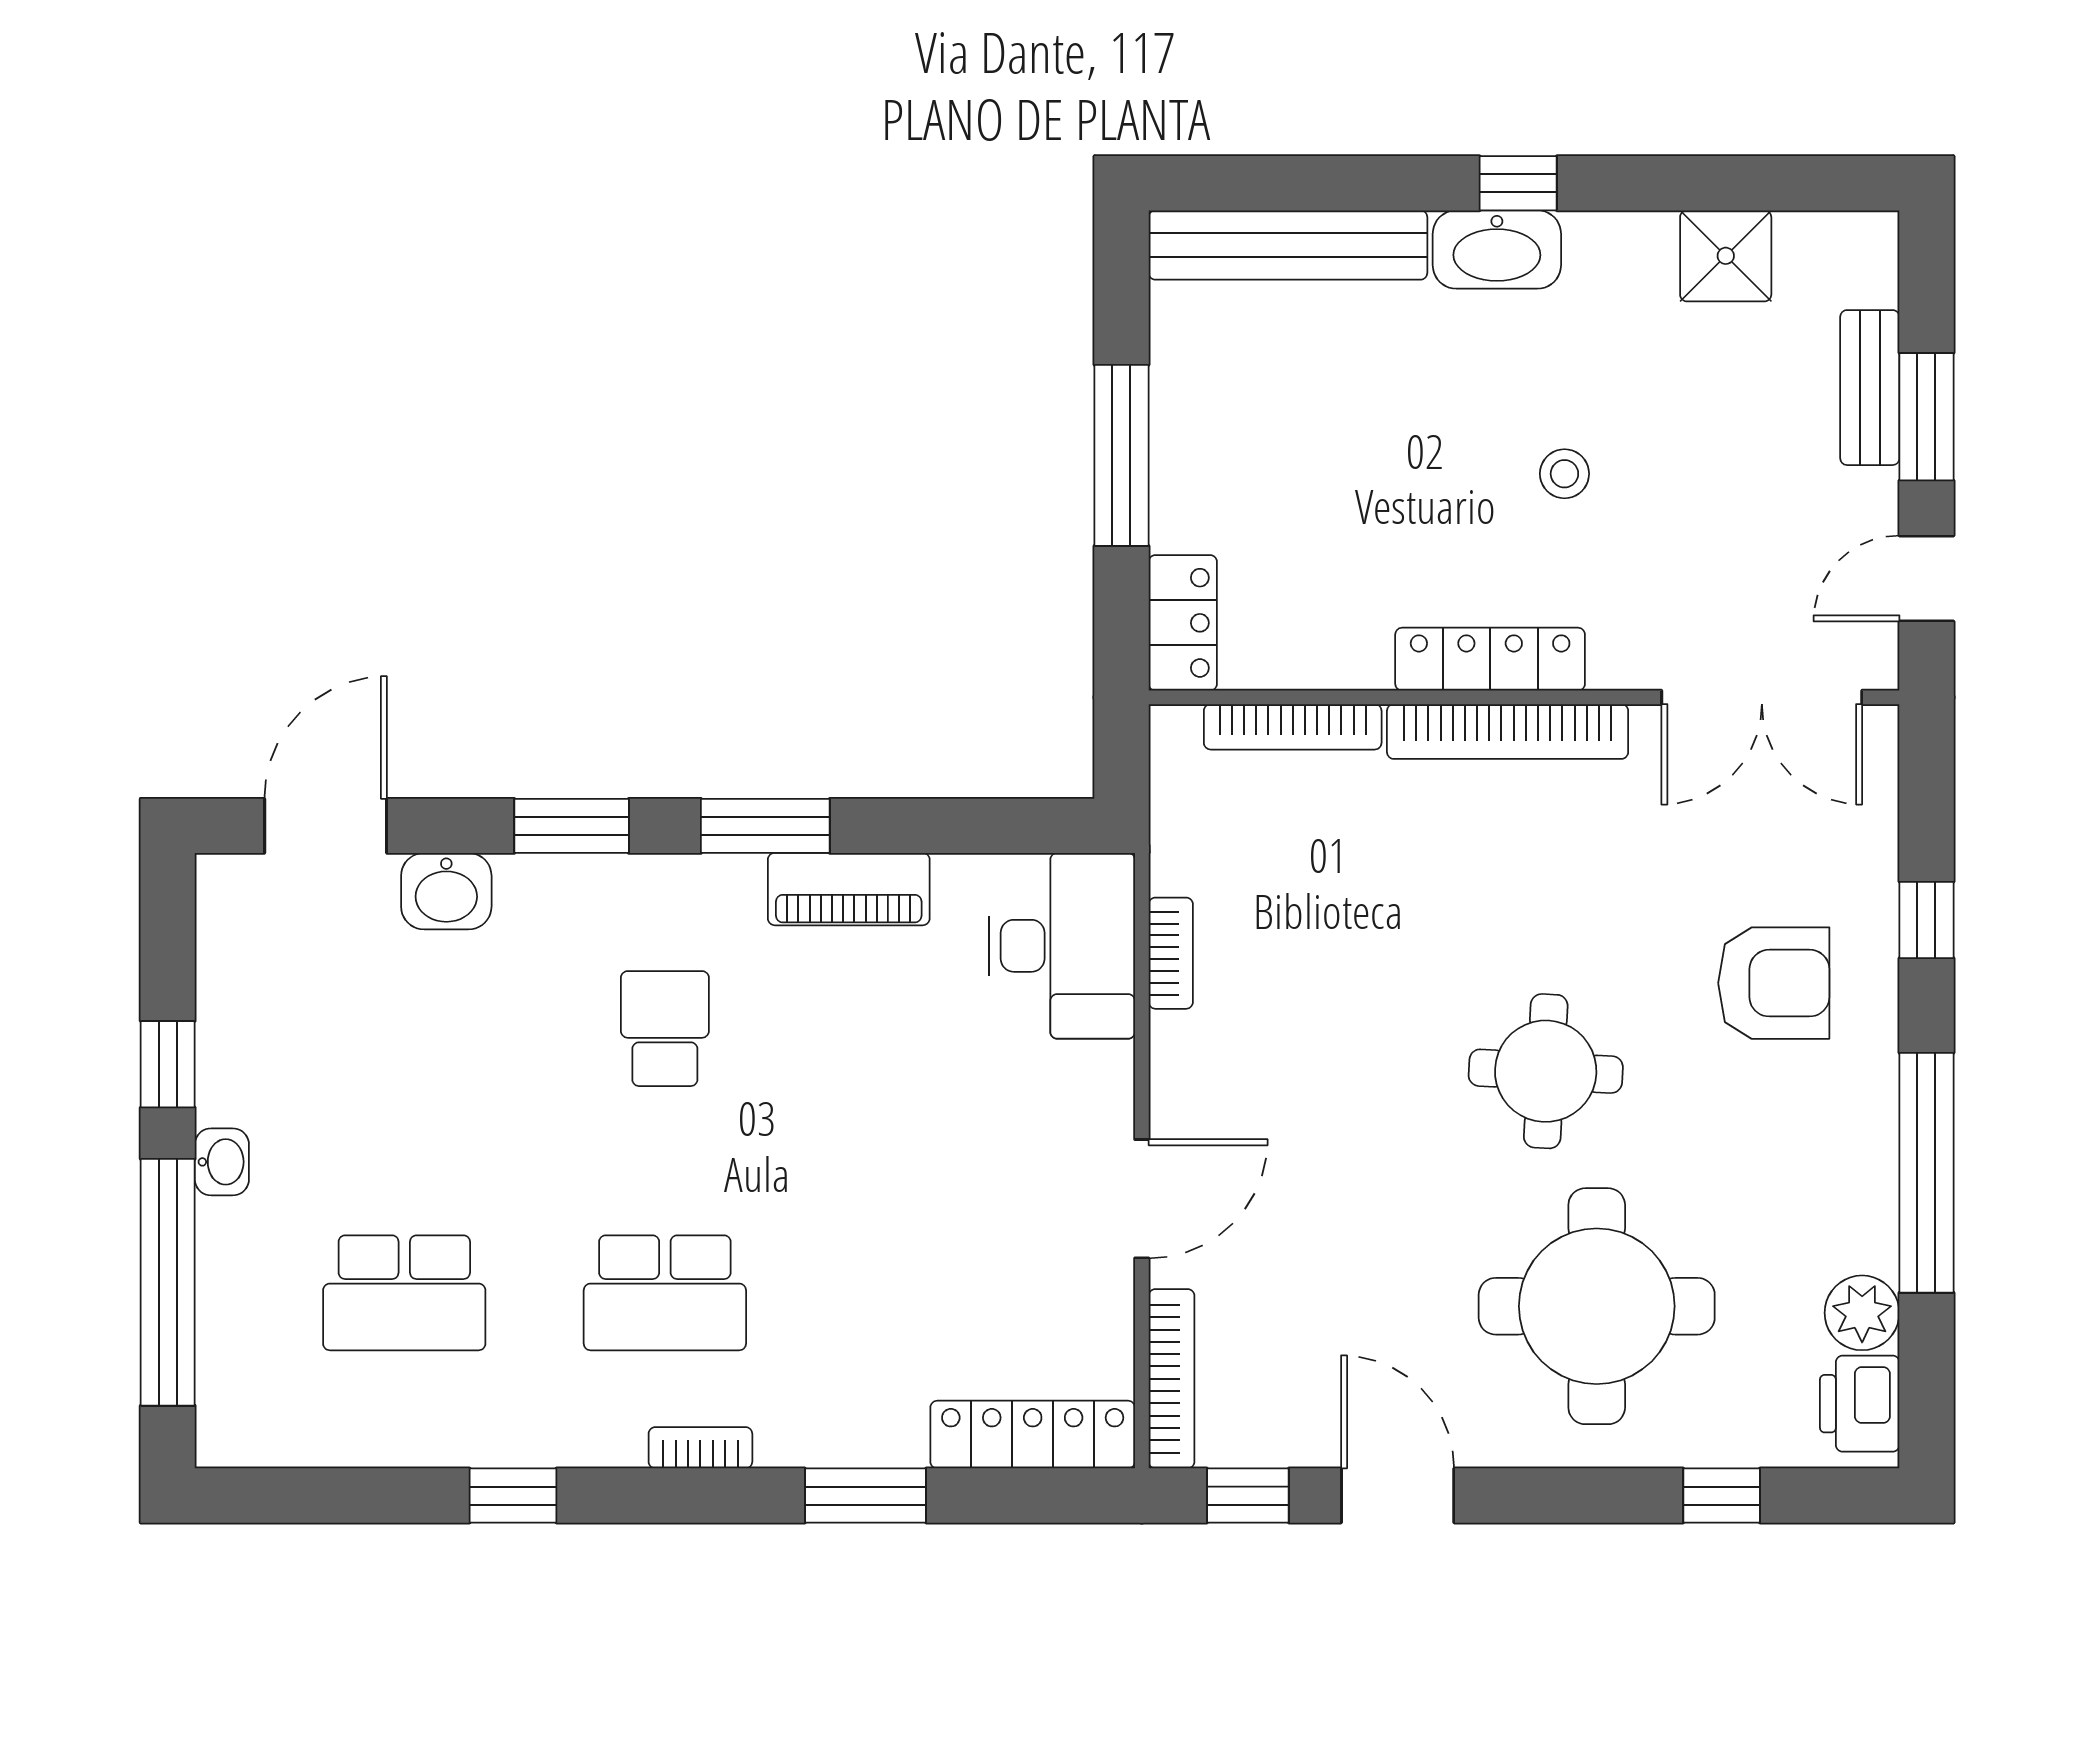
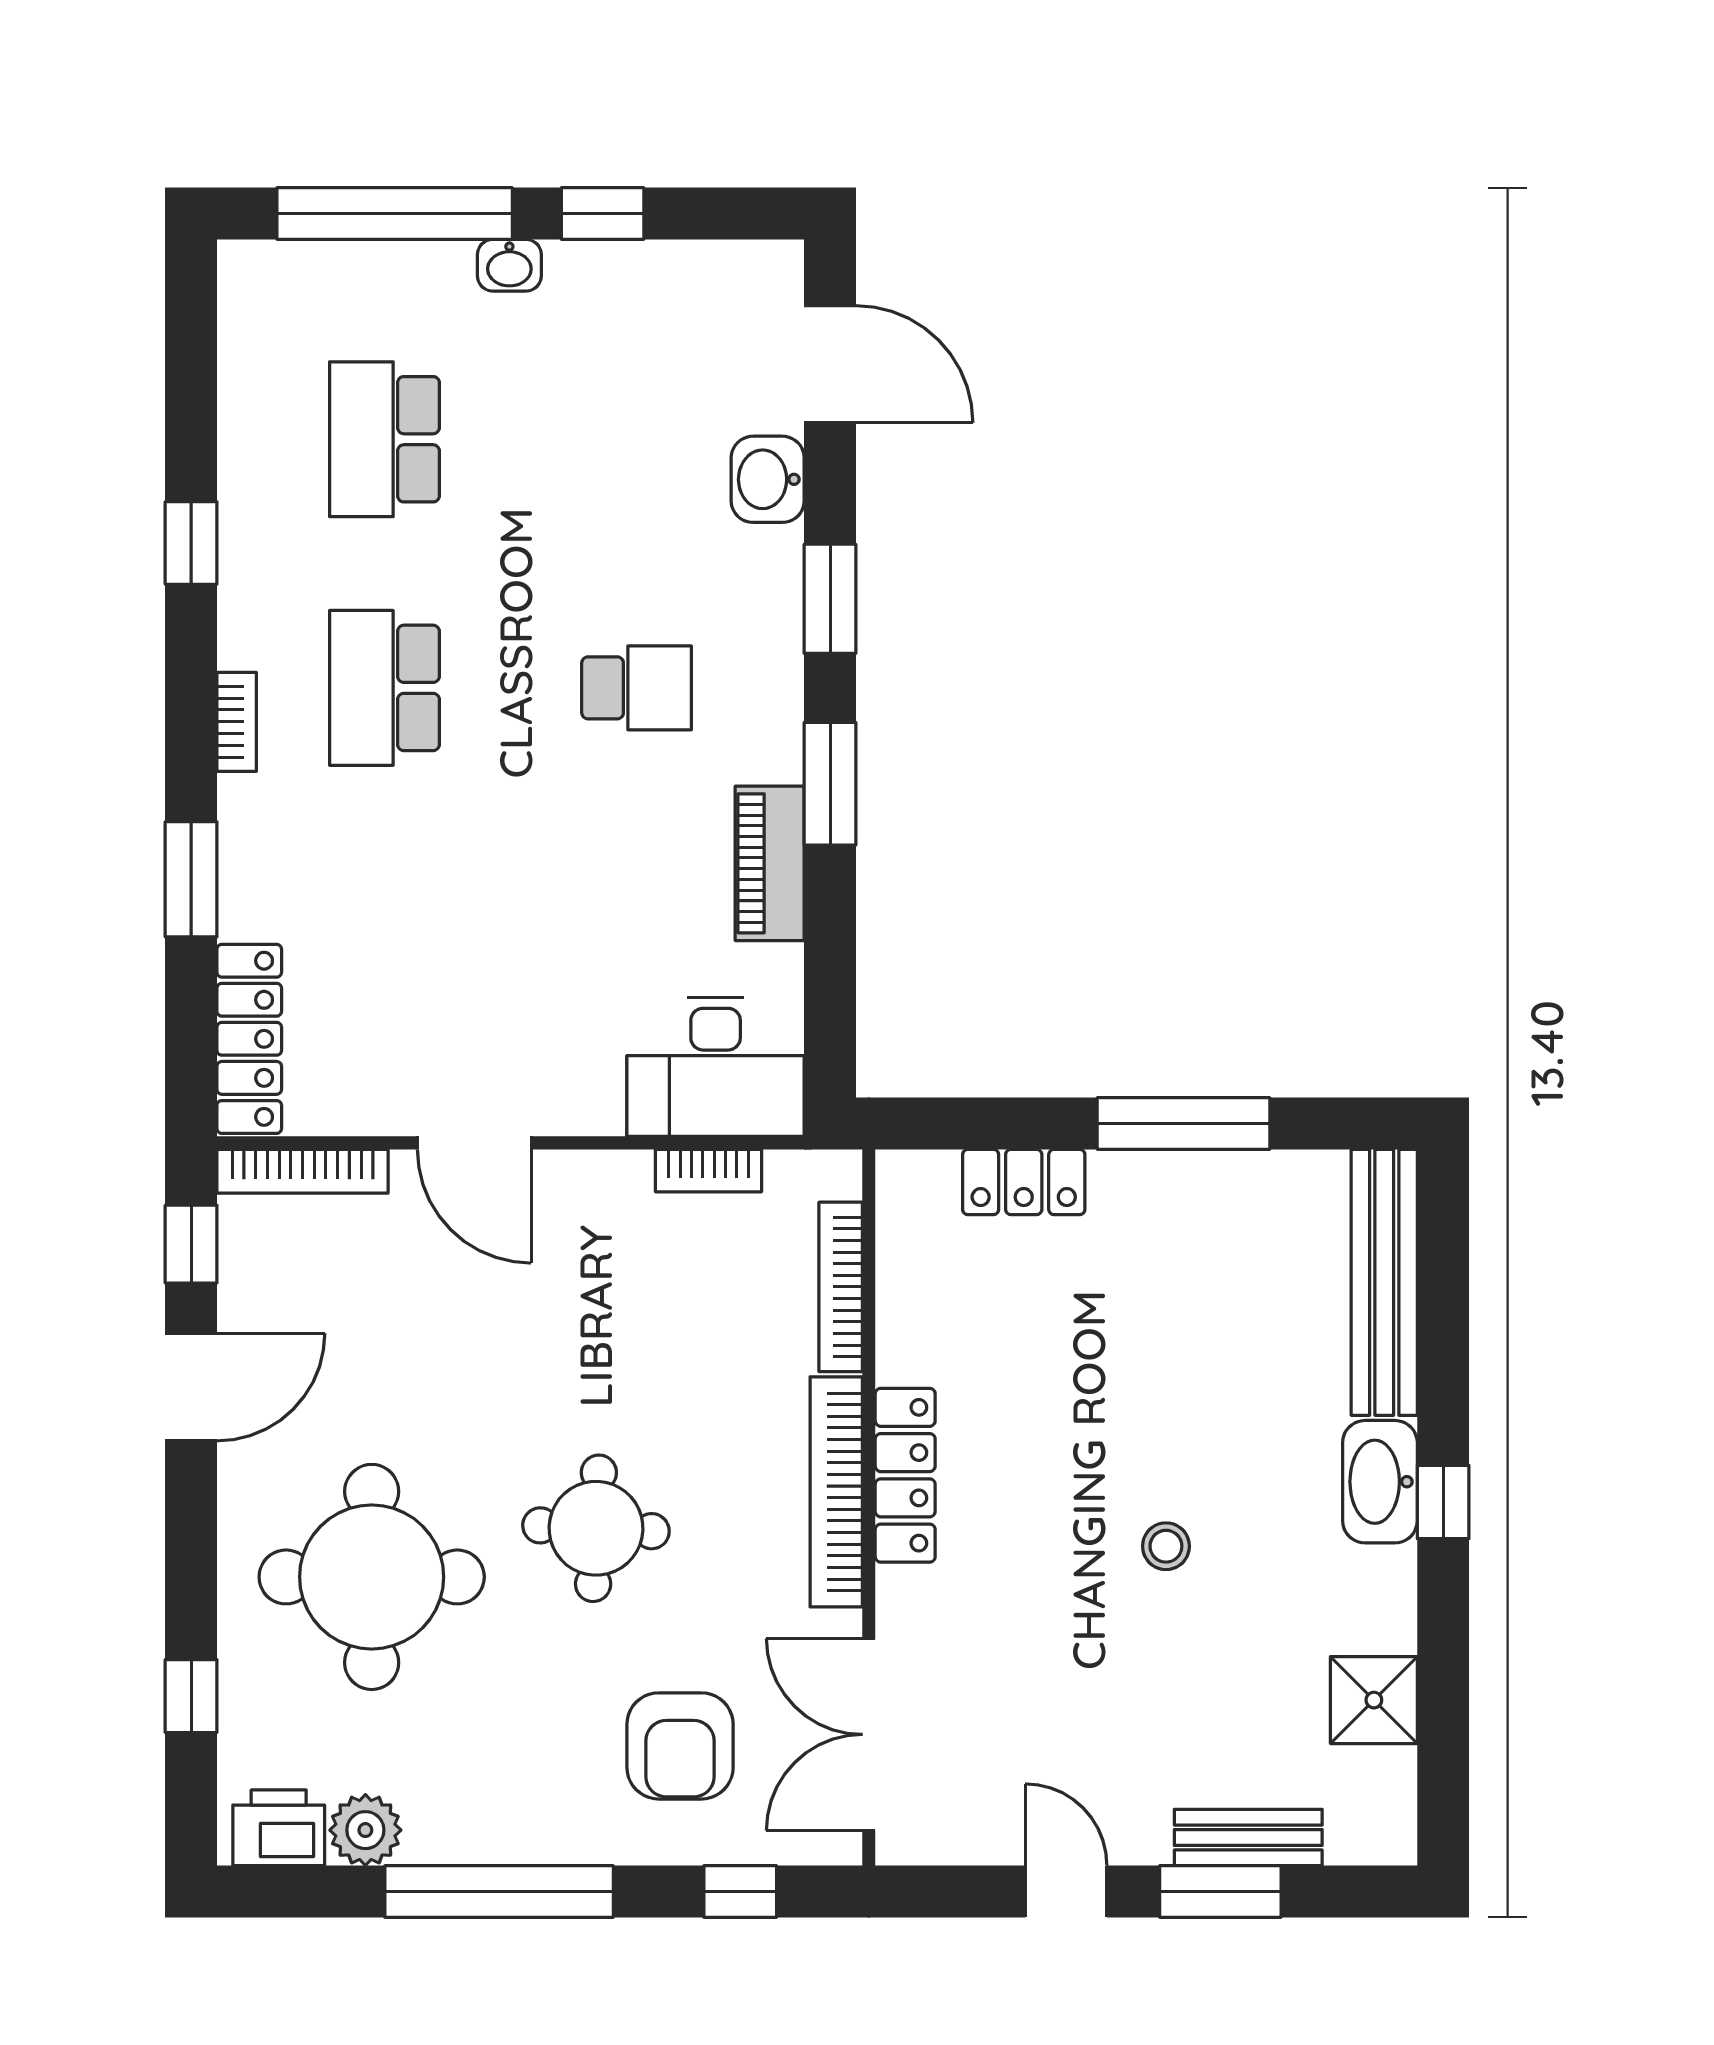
locker: (1490, 659) -> (905, 1475), moved
wall: (1524, 697) -> (869, 1508), moved
double door: (1762, 697) -> (869, 1734), moved
bookcase: (1293, 727) -> (841, 1287), moved
bookcase: (1508, 731) -> (836, 1492), moved

